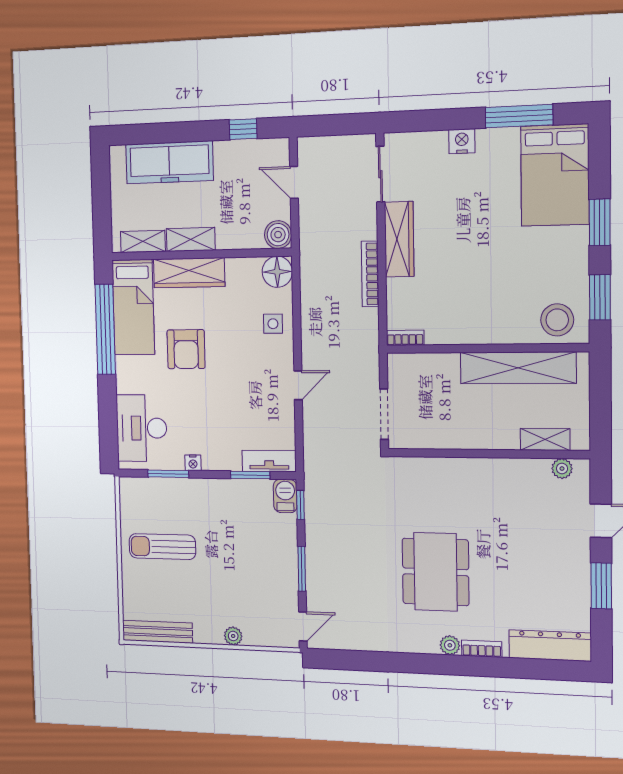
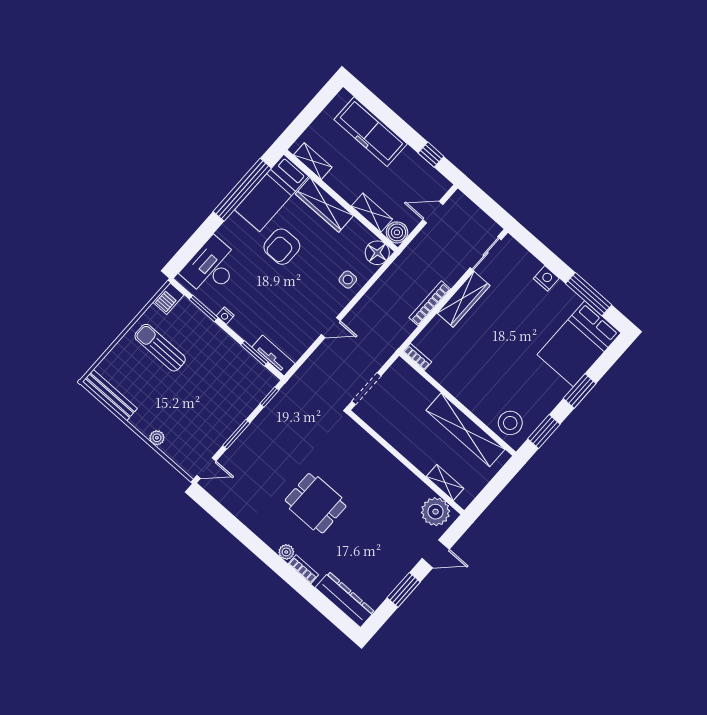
door: (294, 182) -> (433, 212), hinge flipped
shelving: (191, 239) -> (372, 213), moved
plant: (562, 469) -> (436, 512), width x1.88, depth x1.88
barbecue: (285, 496) -> (168, 299), moved, turned 180
dining table: (436, 572) -> (316, 503), width x0.73

